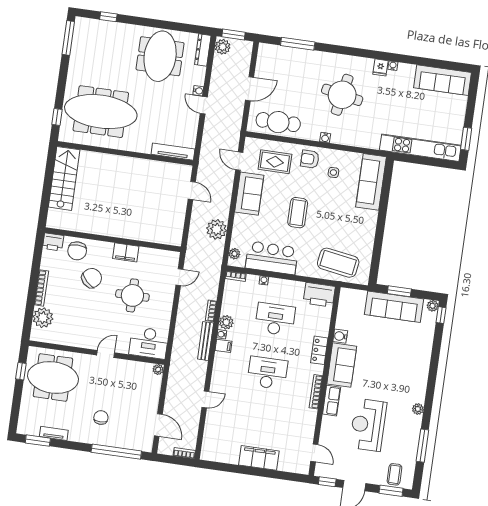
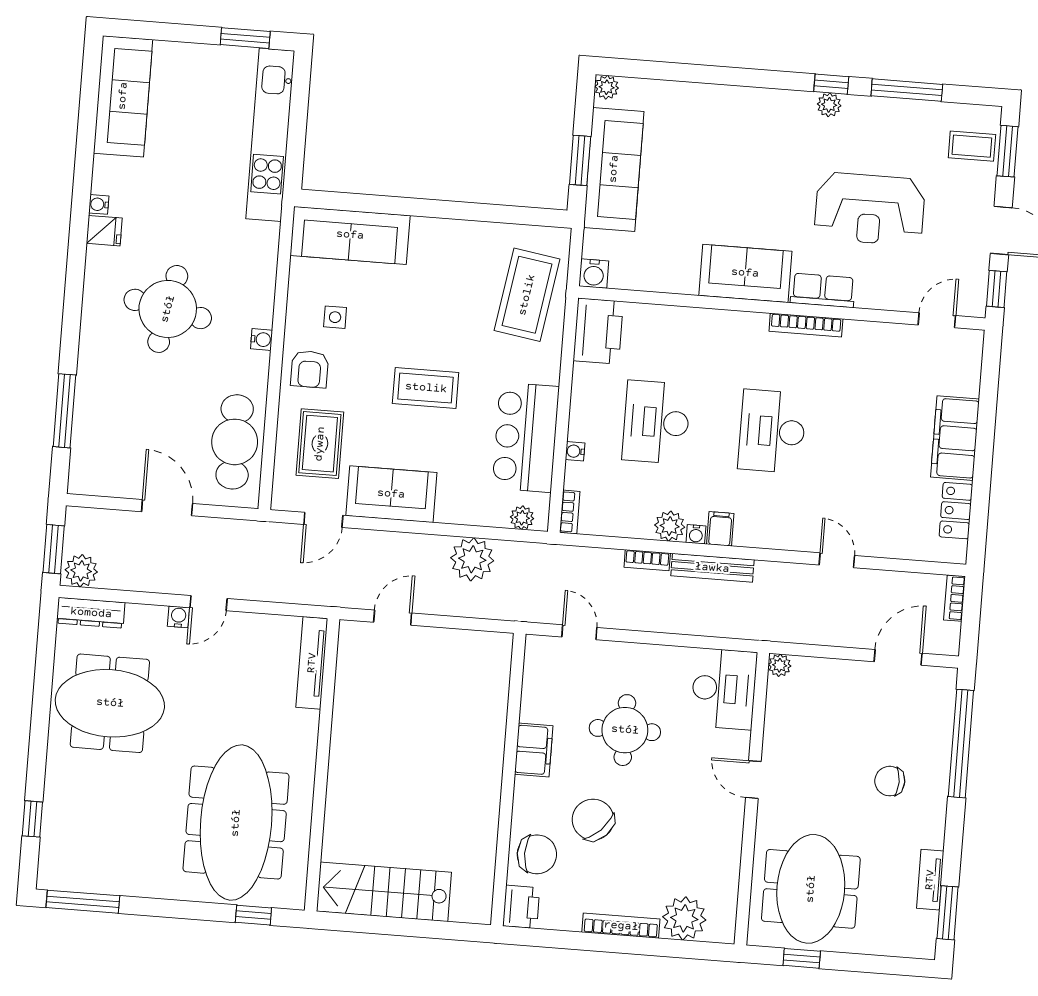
window: (441, 315) -> (831, 84), moved
water cooler: (340, 336) -> (594, 274), moved
locker: (319, 350) -> (956, 511), moved, turned 90

